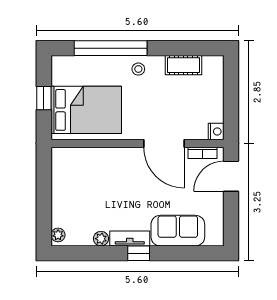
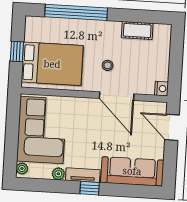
stool: (138, 69) -> (108, 65), moved
bookcase: (203, 153) -> (149, 106), removed
door: (231, 176) -> (172, 127), hinge flipped
corner sofa: (78, 188) -> (42, 130), added
sofa: (178, 231) -> (132, 171), width x1.36

